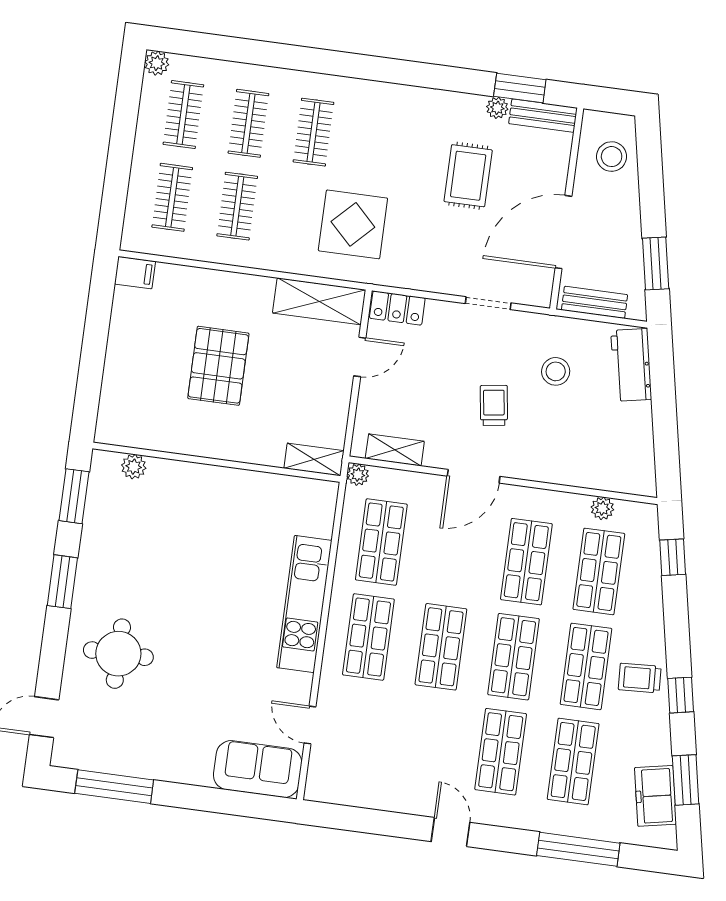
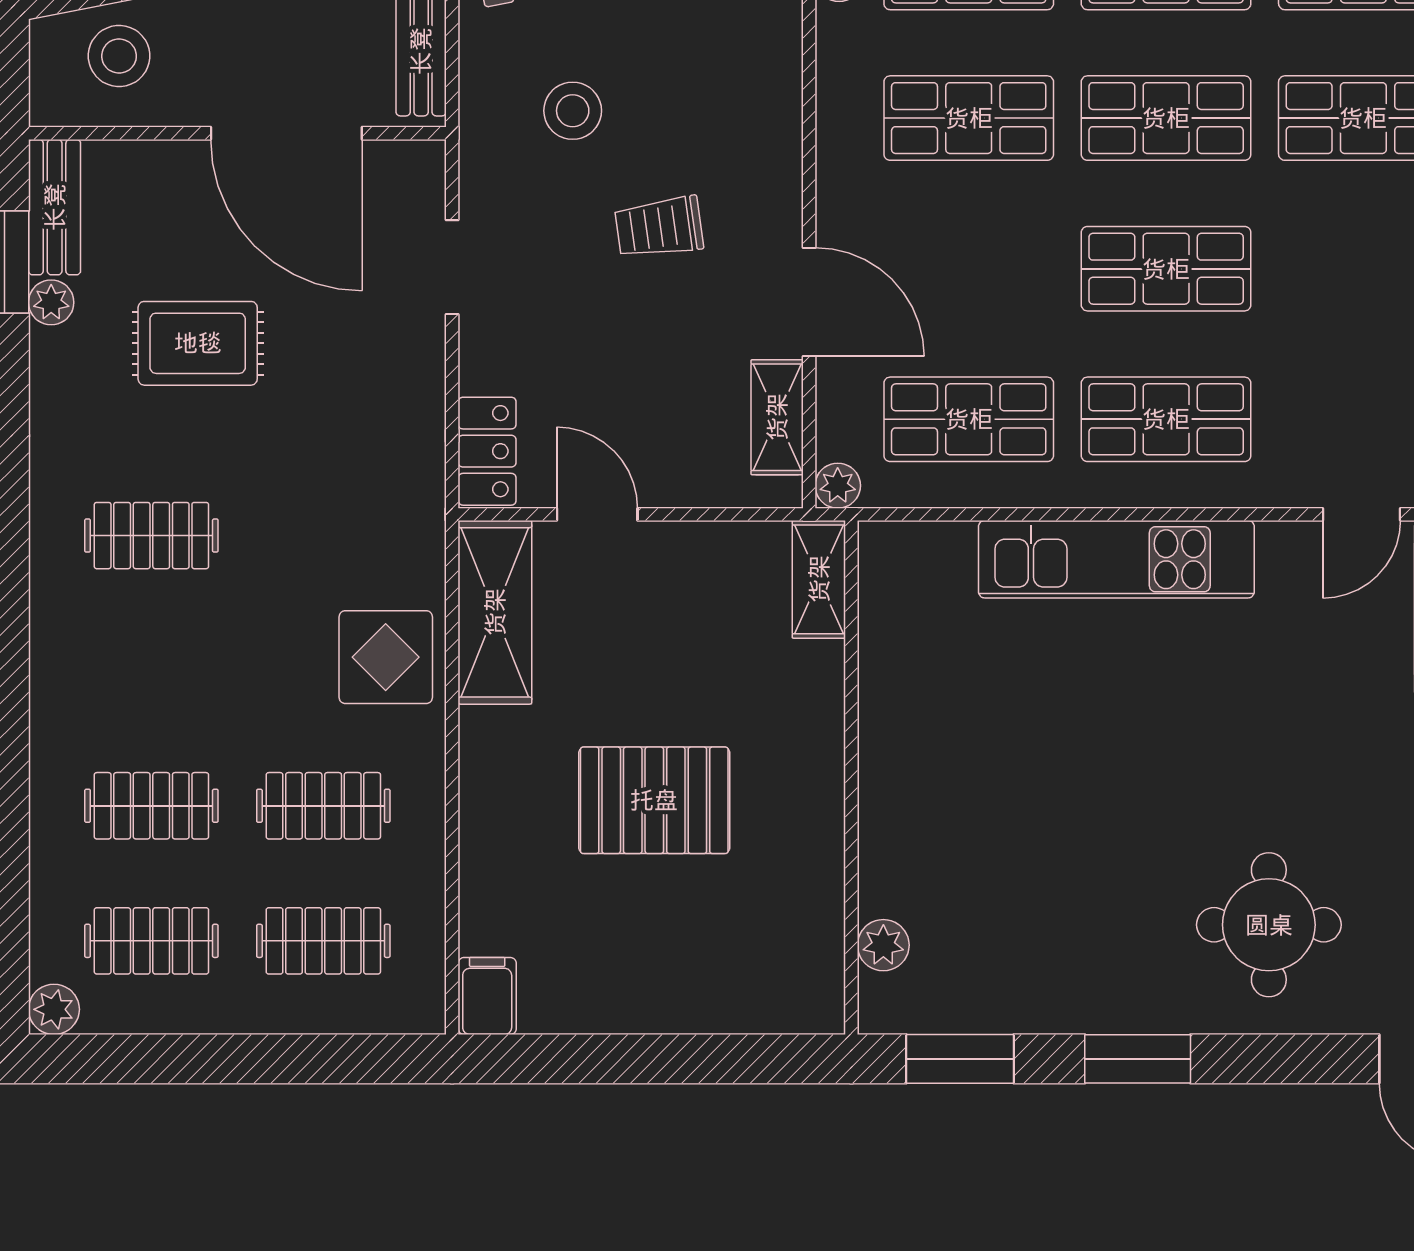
clothes rail: (313, 132) -> (151, 536), moved
display table: (353, 224) -> (386, 657), moved, width x0.73, depth x0.73
door: (474, 476) -> (809, 302), moved

